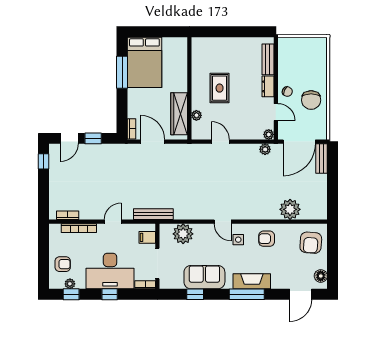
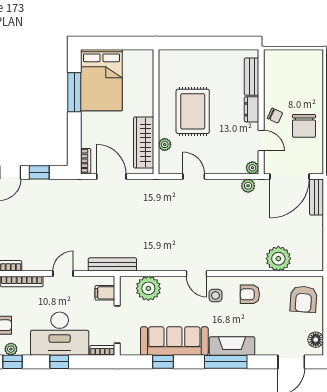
rug: (220, 88) -> (193, 111), width x1.36, depth x1.43
sofa: (204, 277) -> (174, 341), width x1.36

